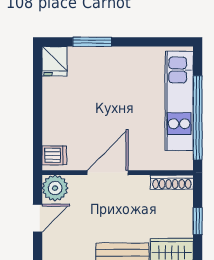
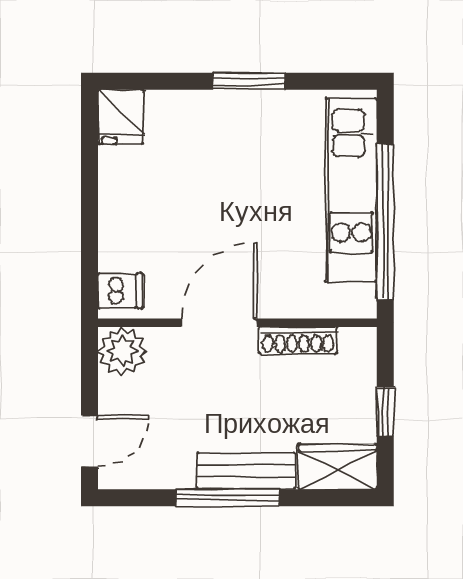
window: (92, 42) -> (249, 81), moved
shoe rack: (172, 182) -> (298, 340), moved
door: (38, 218) -> (90, 441), moved

